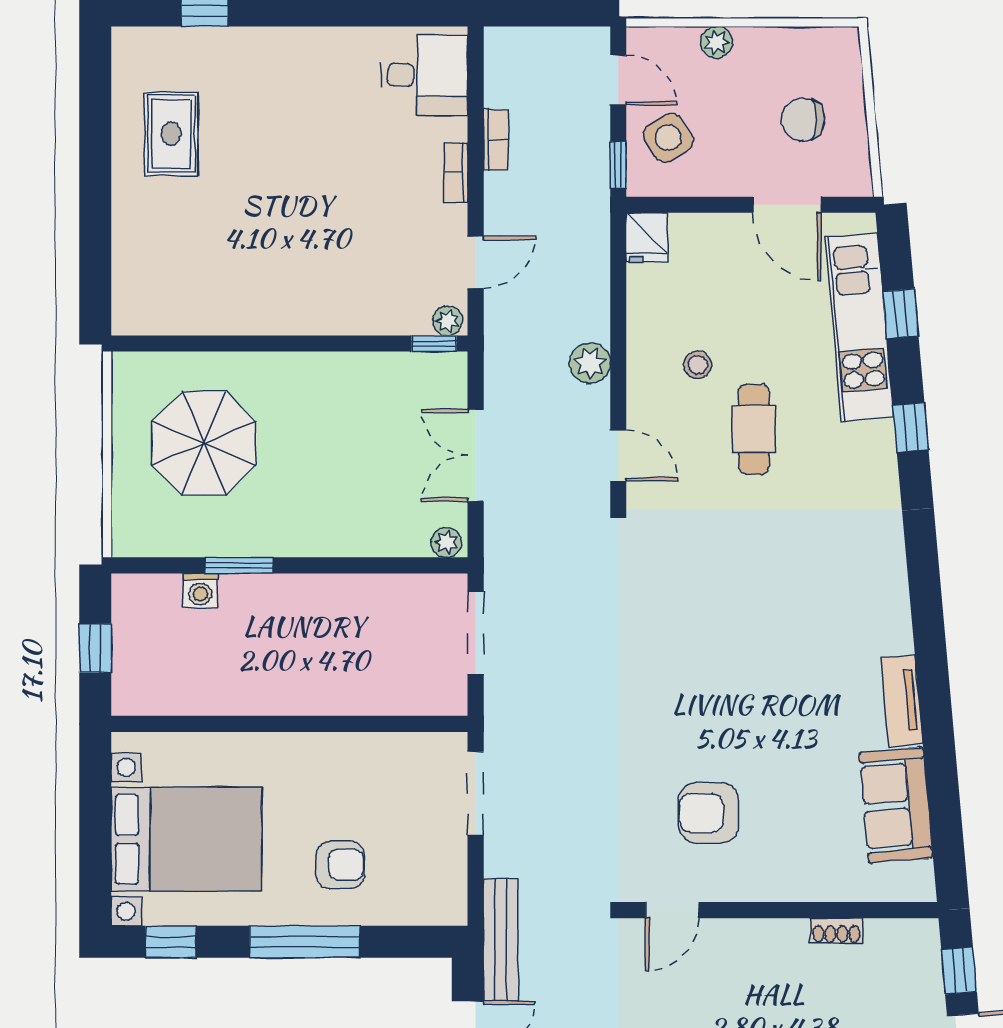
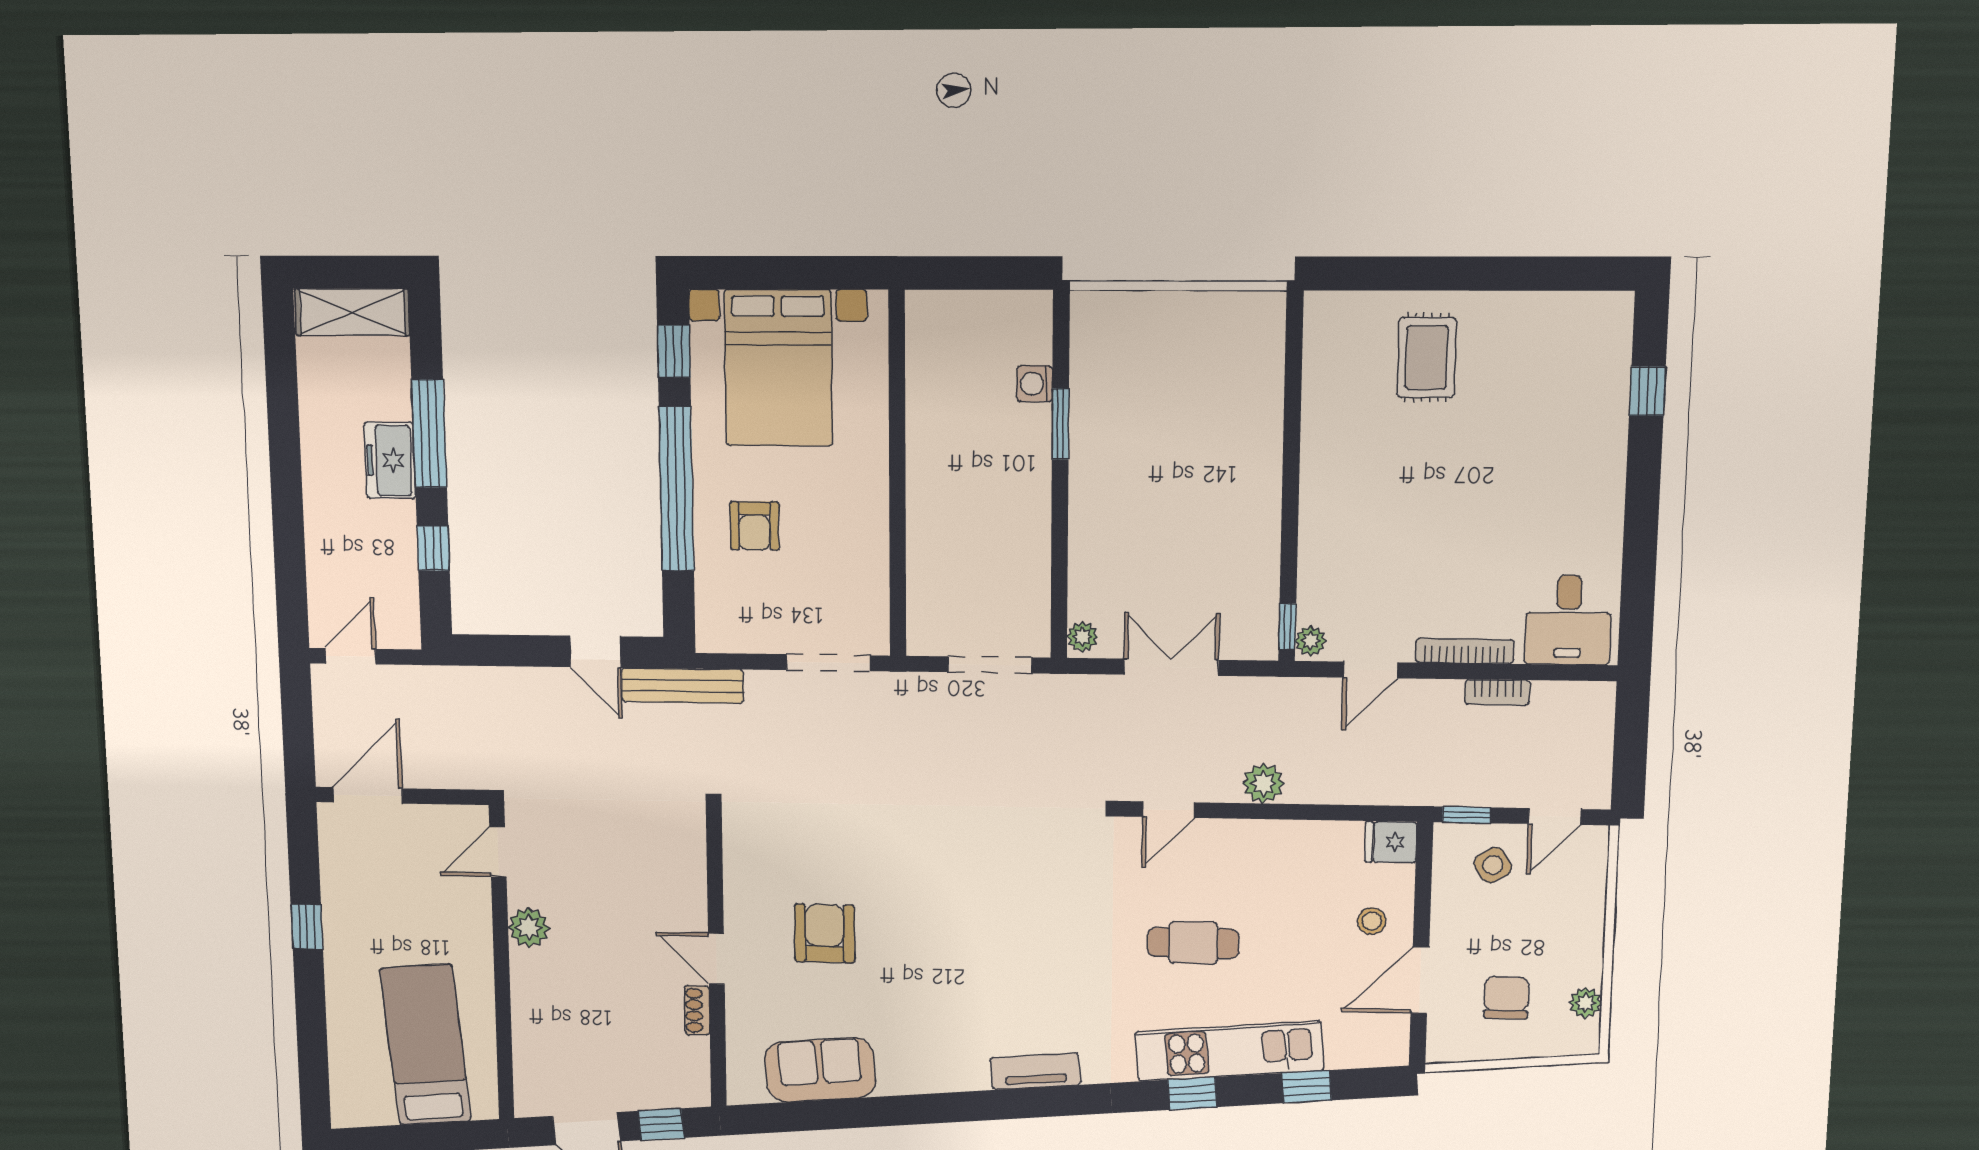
plant: (717, 42) -> (1585, 1003), moved
rug: (171, 134) -> (1427, 357), moved, turned 90
side table: (668, 138) -> (1493, 865), width x0.73, depth x0.73
bookcase: (456, 172) -> (1465, 651), width x1.56
door: (476, 262) -> (1371, 670), hinge flipped
kitchen unit: (859, 327) -> (1229, 1051), moved
stool: (698, 365) -> (1372, 921), moved
parasol: (204, 443) -> (1188, 388), removed
window: (95, 648) -> (975, 273), removed
tv unit: (902, 701) -> (1035, 1071), moved
armchair: (708, 813) -> (825, 933), moved
door: (672, 910) -> (716, 959), moved
window: (305, 942) -> (676, 489), width x1.46

